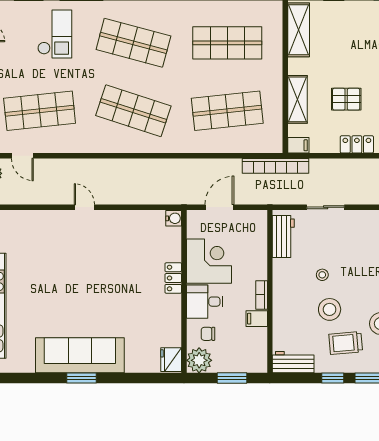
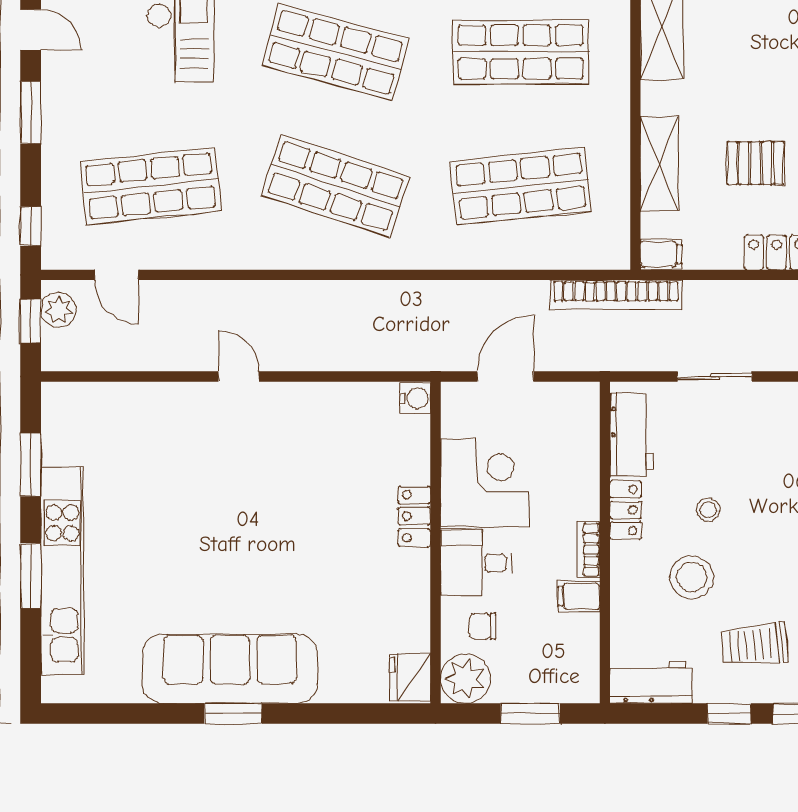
locker: (280, 275) -> (626, 510), added
stool: (330, 309) -> (692, 577), moved

